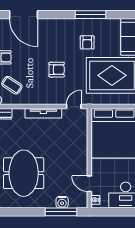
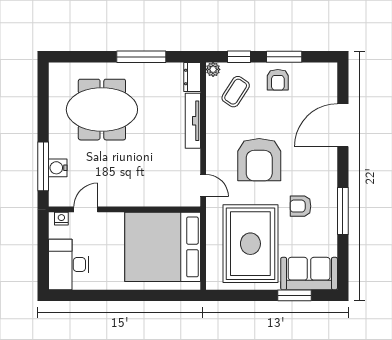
door: (23, 15) -> (343, 125), moved
armchair: (57, 70) -> (259, 160), width x1.88, depth x1.88
tv unit: (43, 113) -> (193, 121), moved

